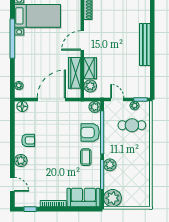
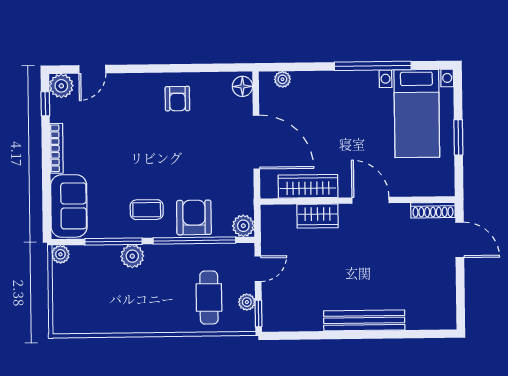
plant: (90, 86) -> (283, 216), removed
plant: (21, 160) -> (61, 86), moved
plant: (113, 198) -> (60, 254), width x0.53, depth x0.53

